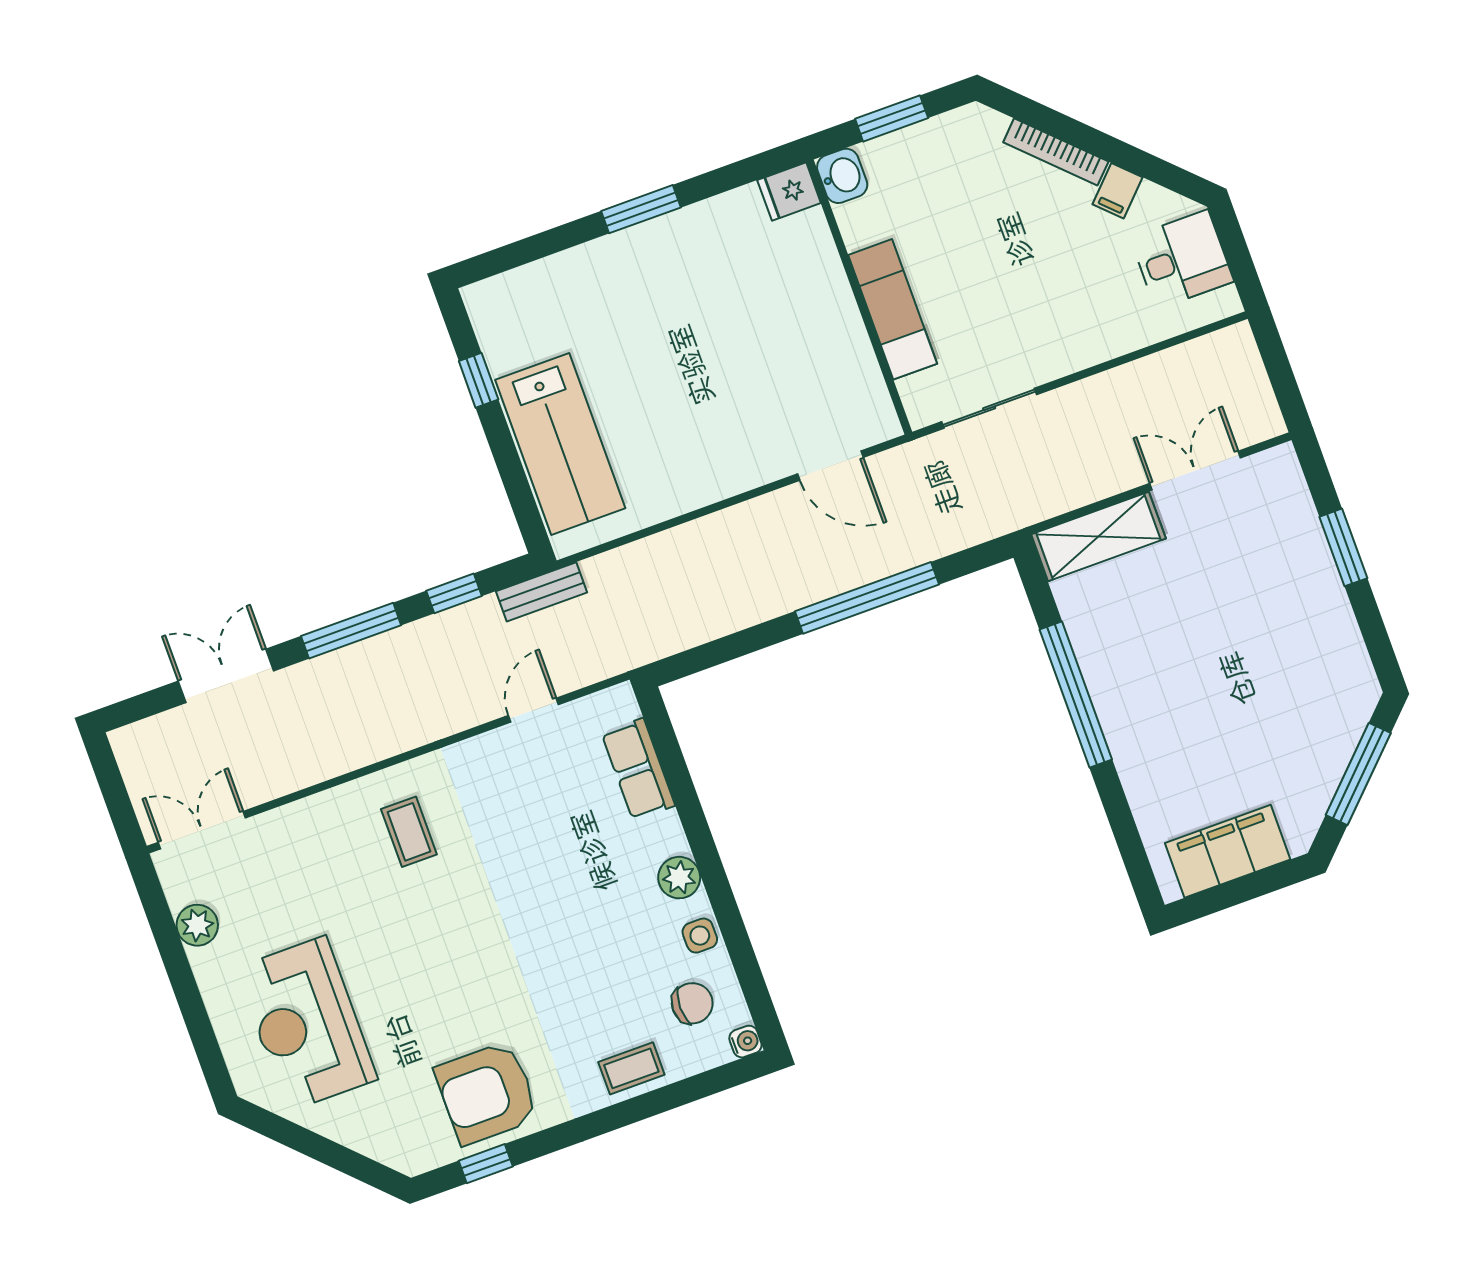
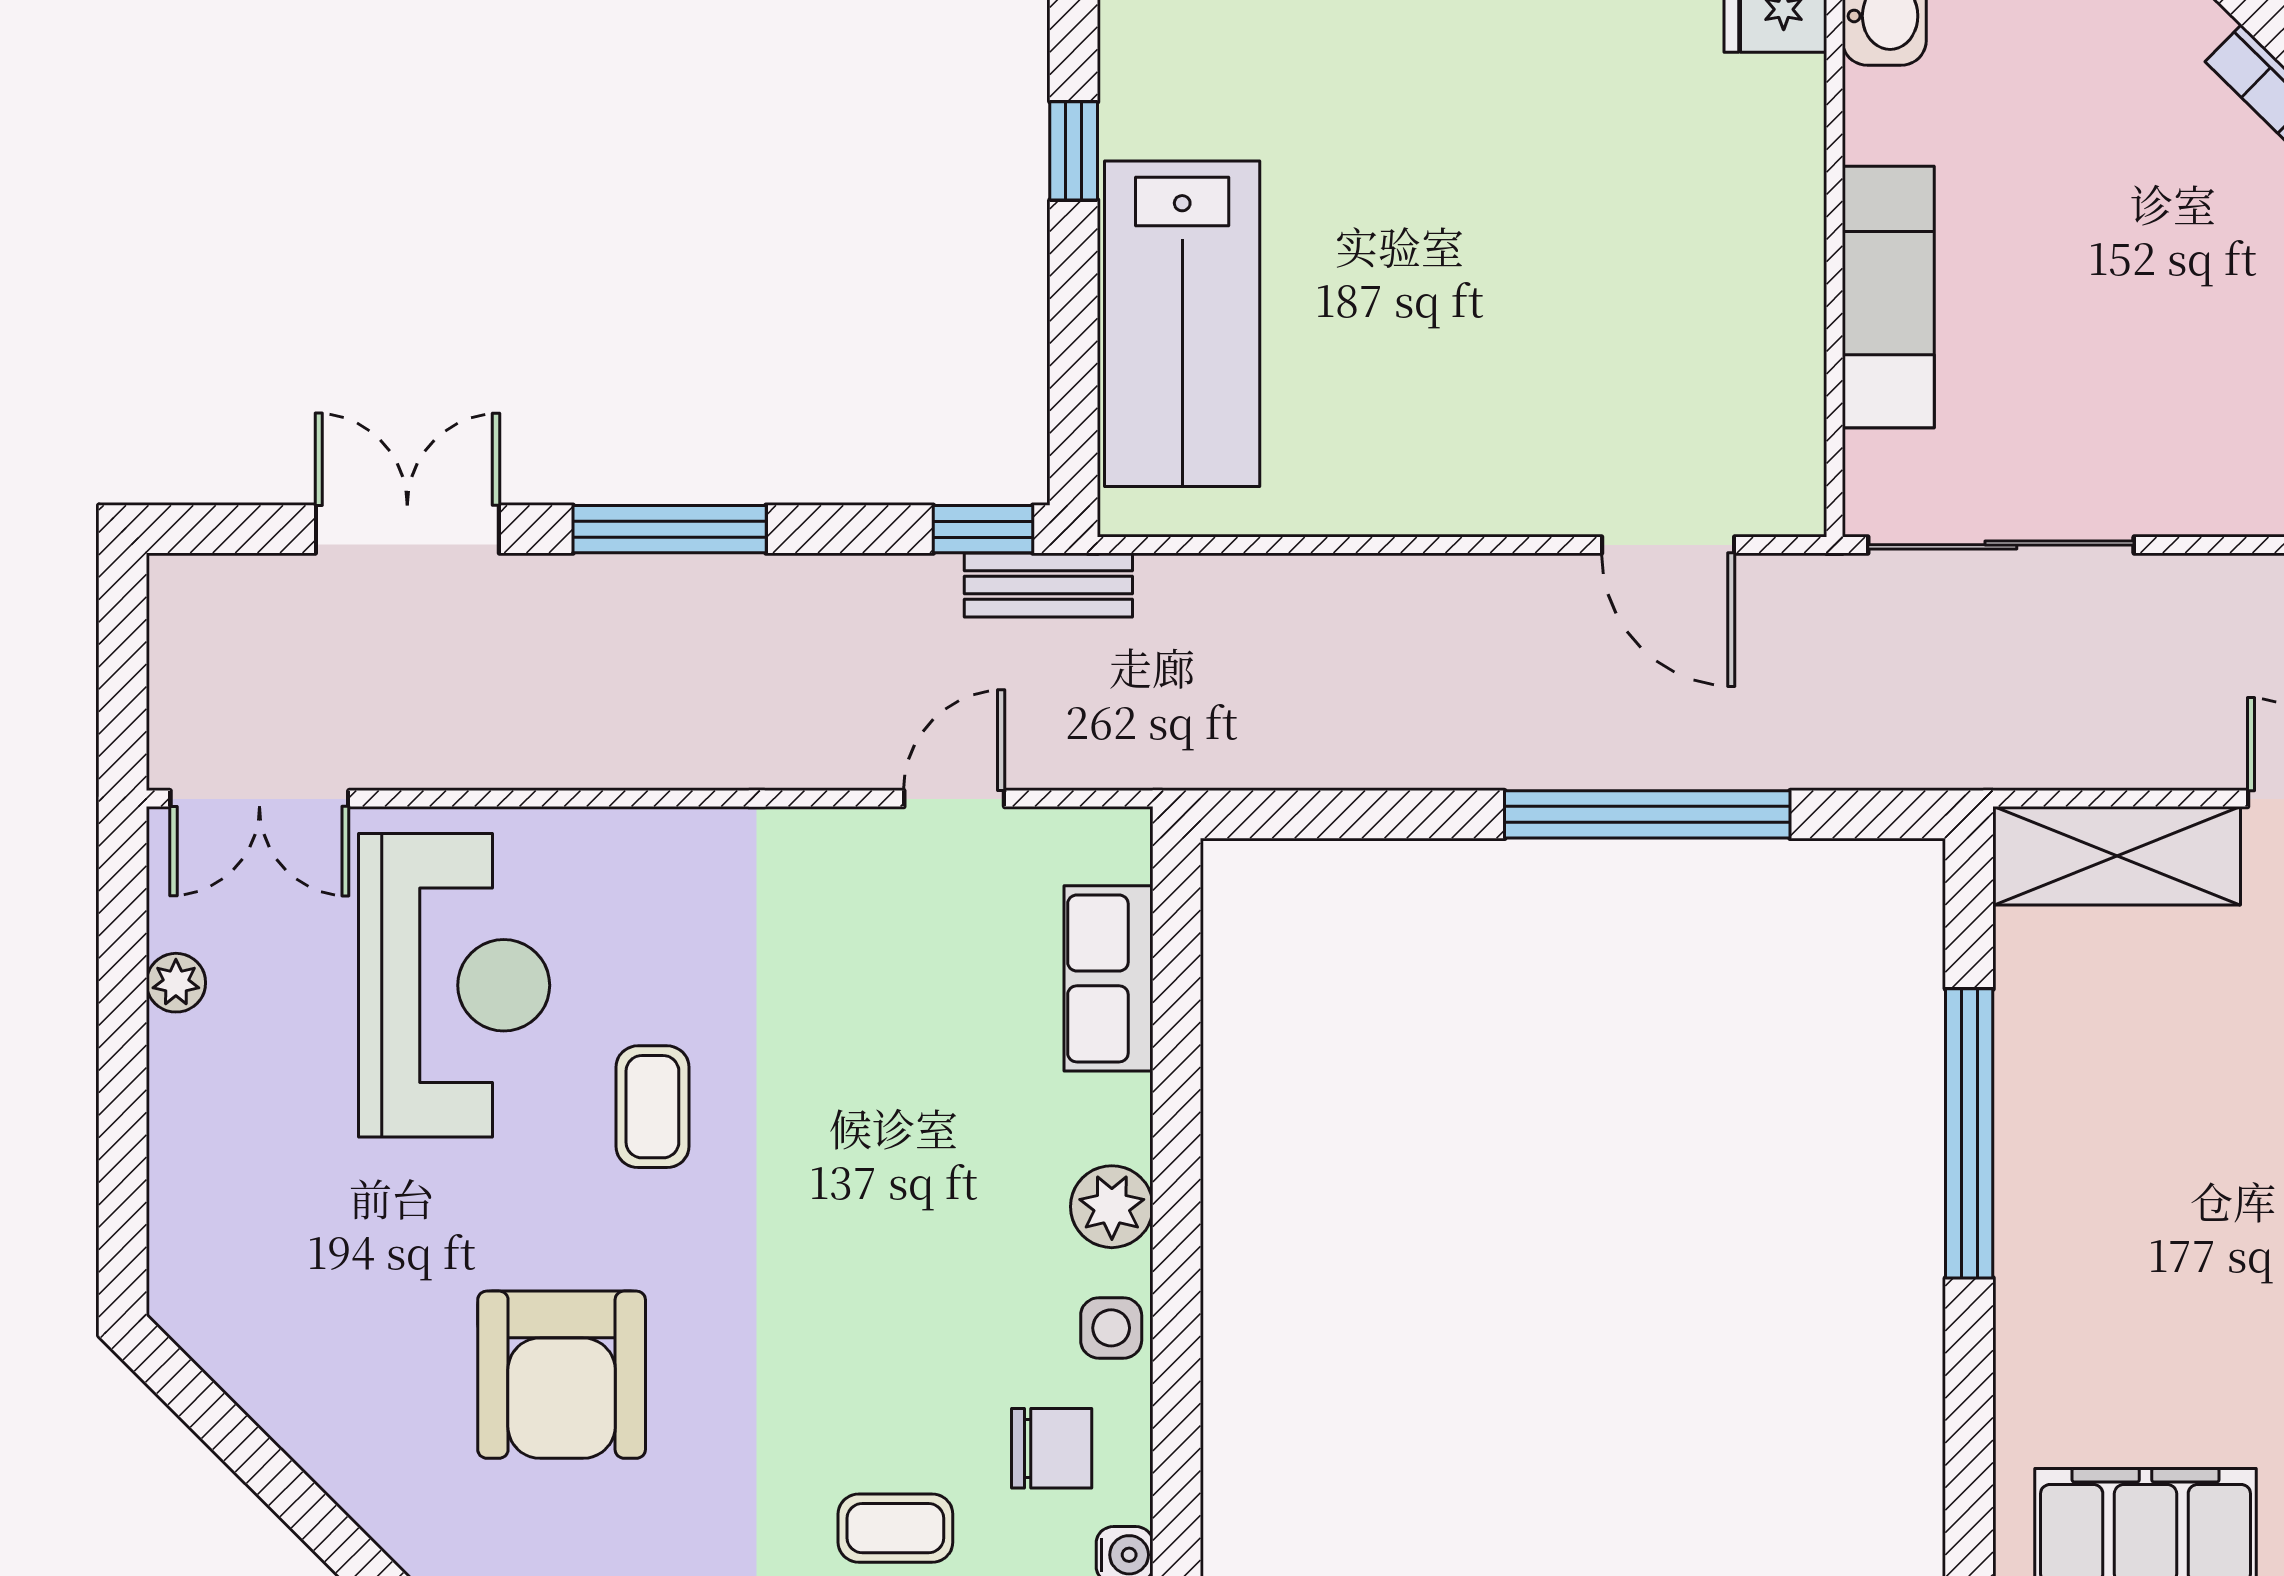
sliding door: (989, 408) -> (2001, 545), width x1.37
window: (454, 593) -> (983, 529), moved
double door: (202, 830) -> (259, 799), swing flipped
coffee table: (409, 832) -> (652, 1107), moved
plant: (197, 925) -> (176, 983), width x0.73, depth x0.73
reception desk: (307, 1024) -> (454, 985), moved, turned 180
armchair: (487, 1093) -> (562, 1375), moved, turned -90

